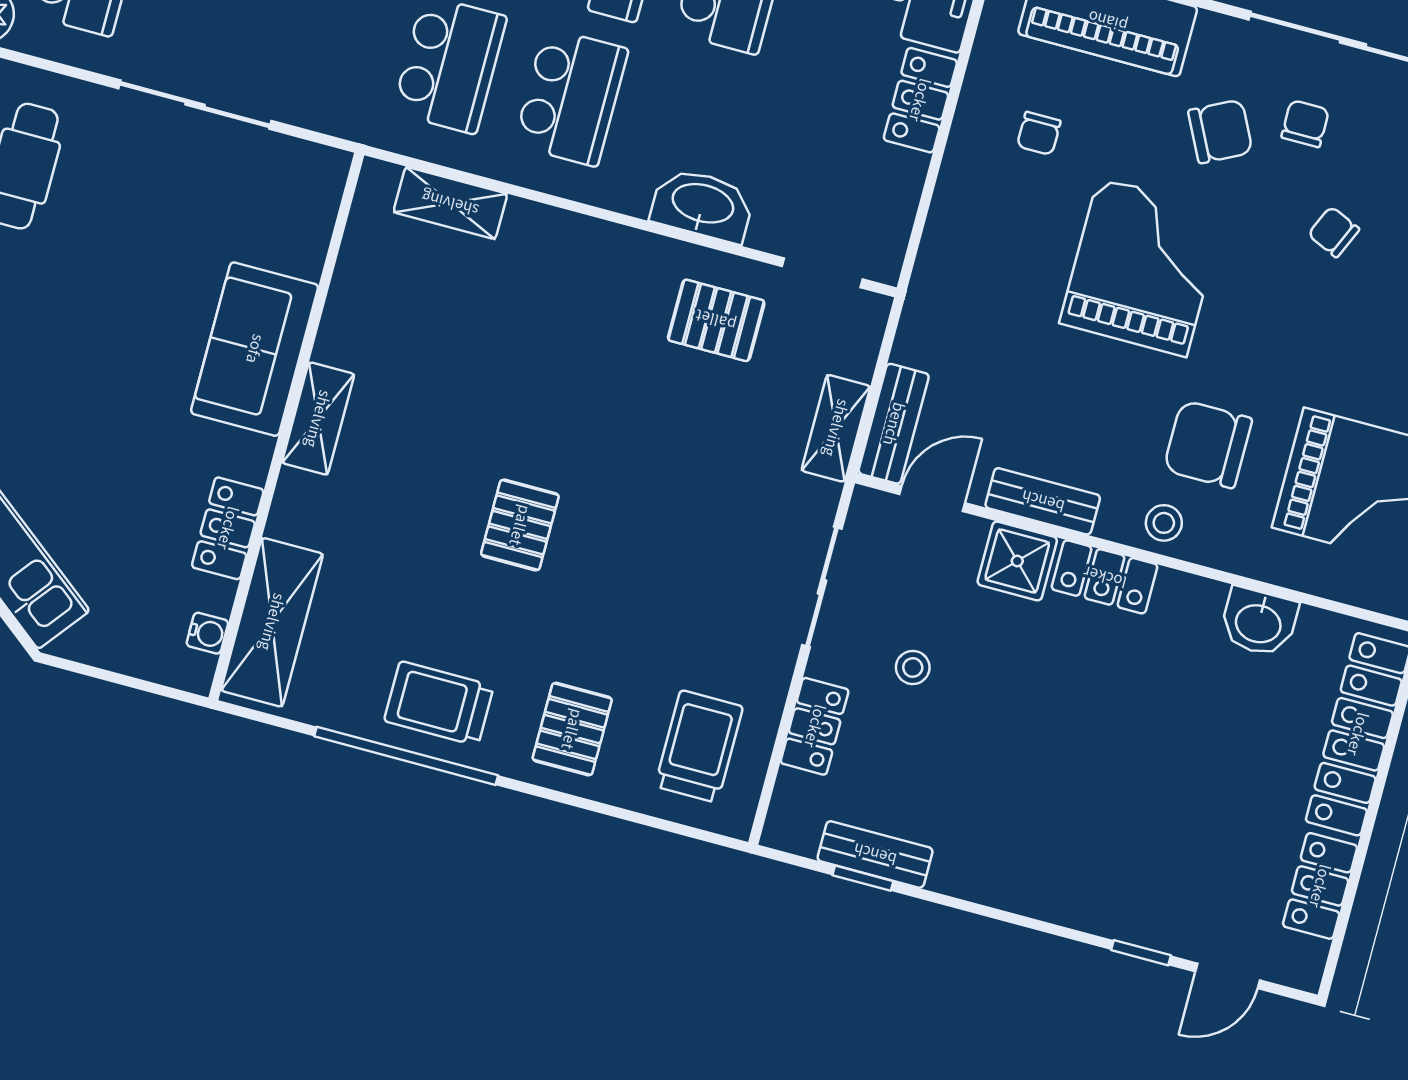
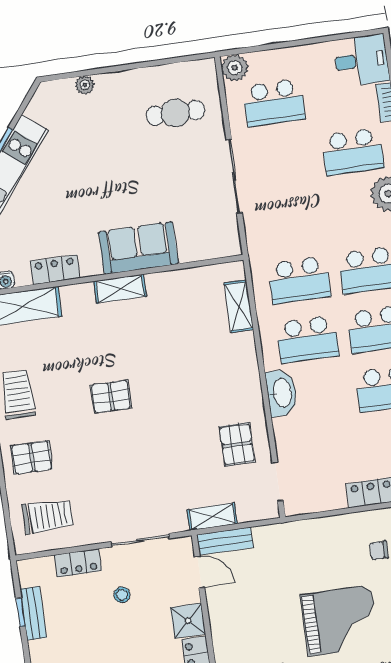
washbasin: (702, 205) -> (282, 393), moved
bench: (1043, 501) -> (219, 621), removed

